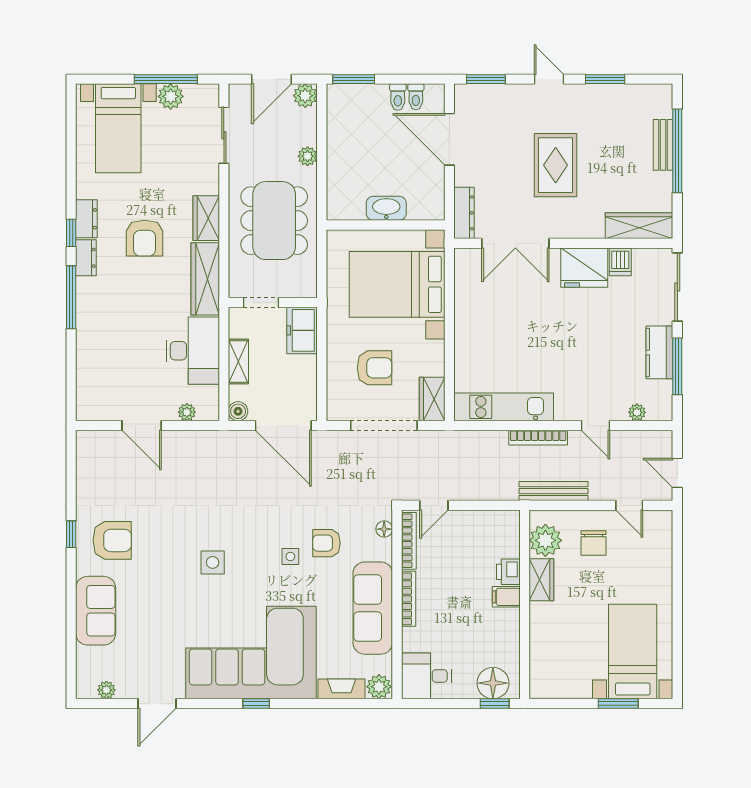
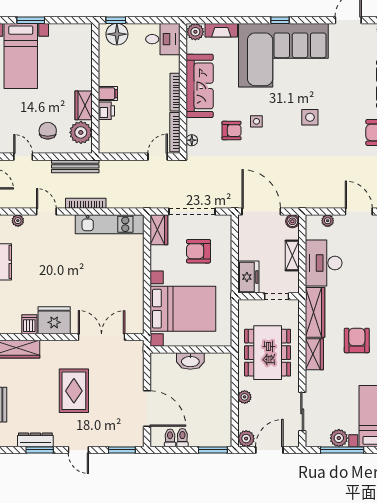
dresser: (464, 213) -> (35, 440), moved, turned 90

